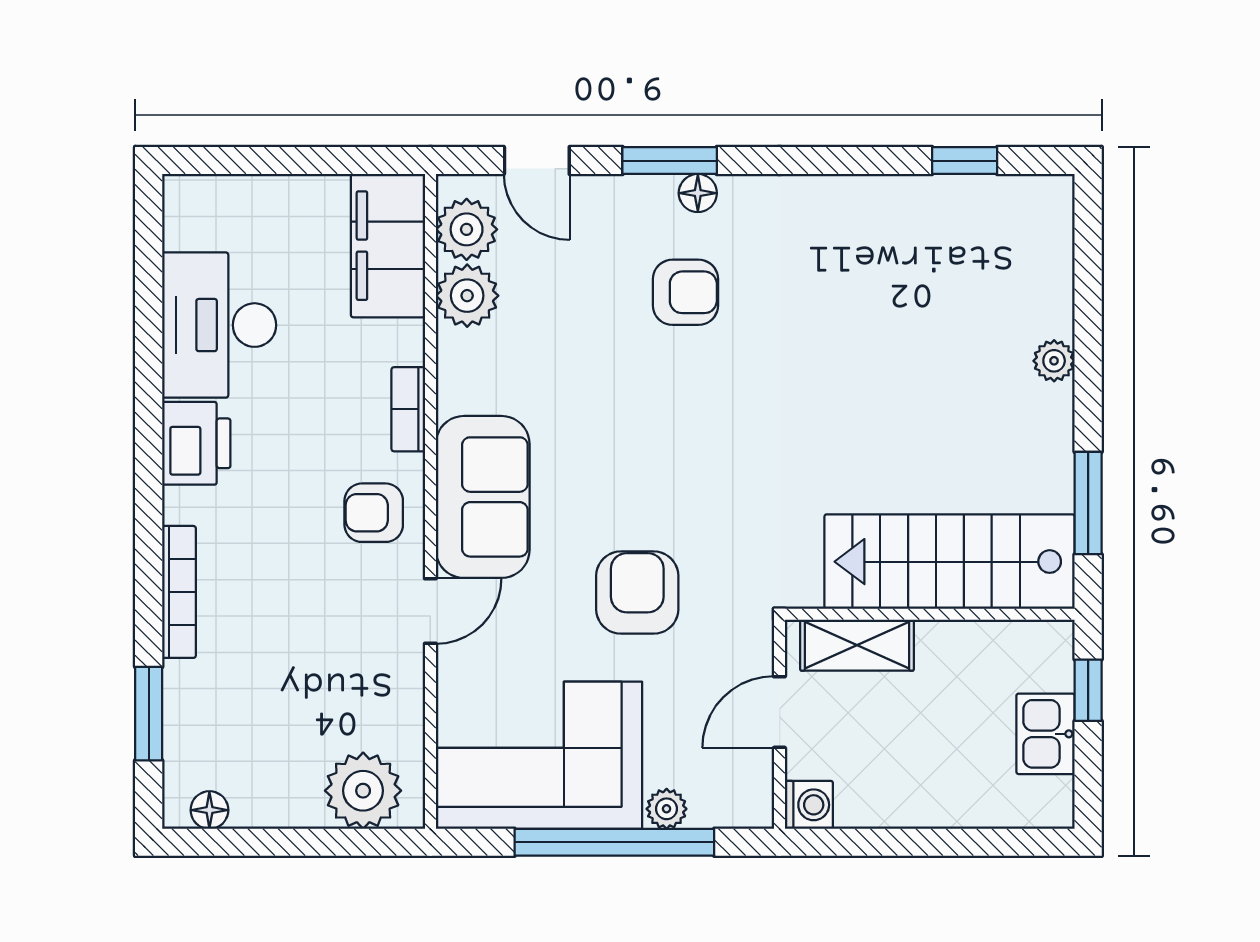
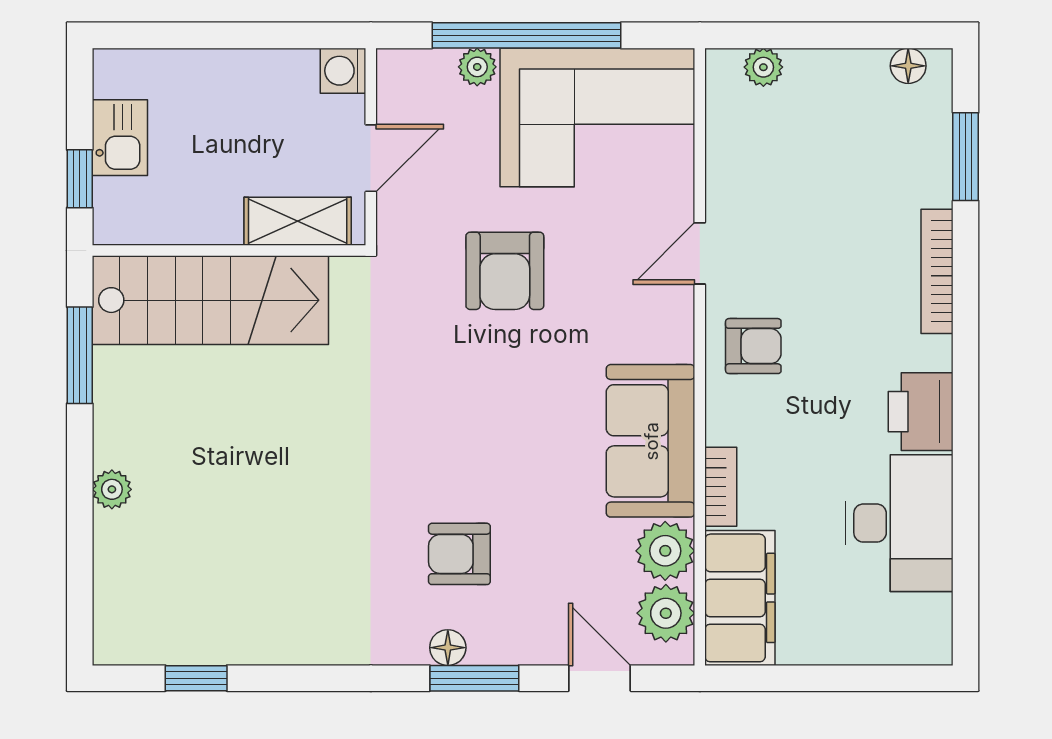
bookcase: (408, 409) -> (721, 487), moved
sofa: (483, 497) -> (651, 441), moved
plant: (363, 791) -> (763, 67), width x0.53, depth x0.53

